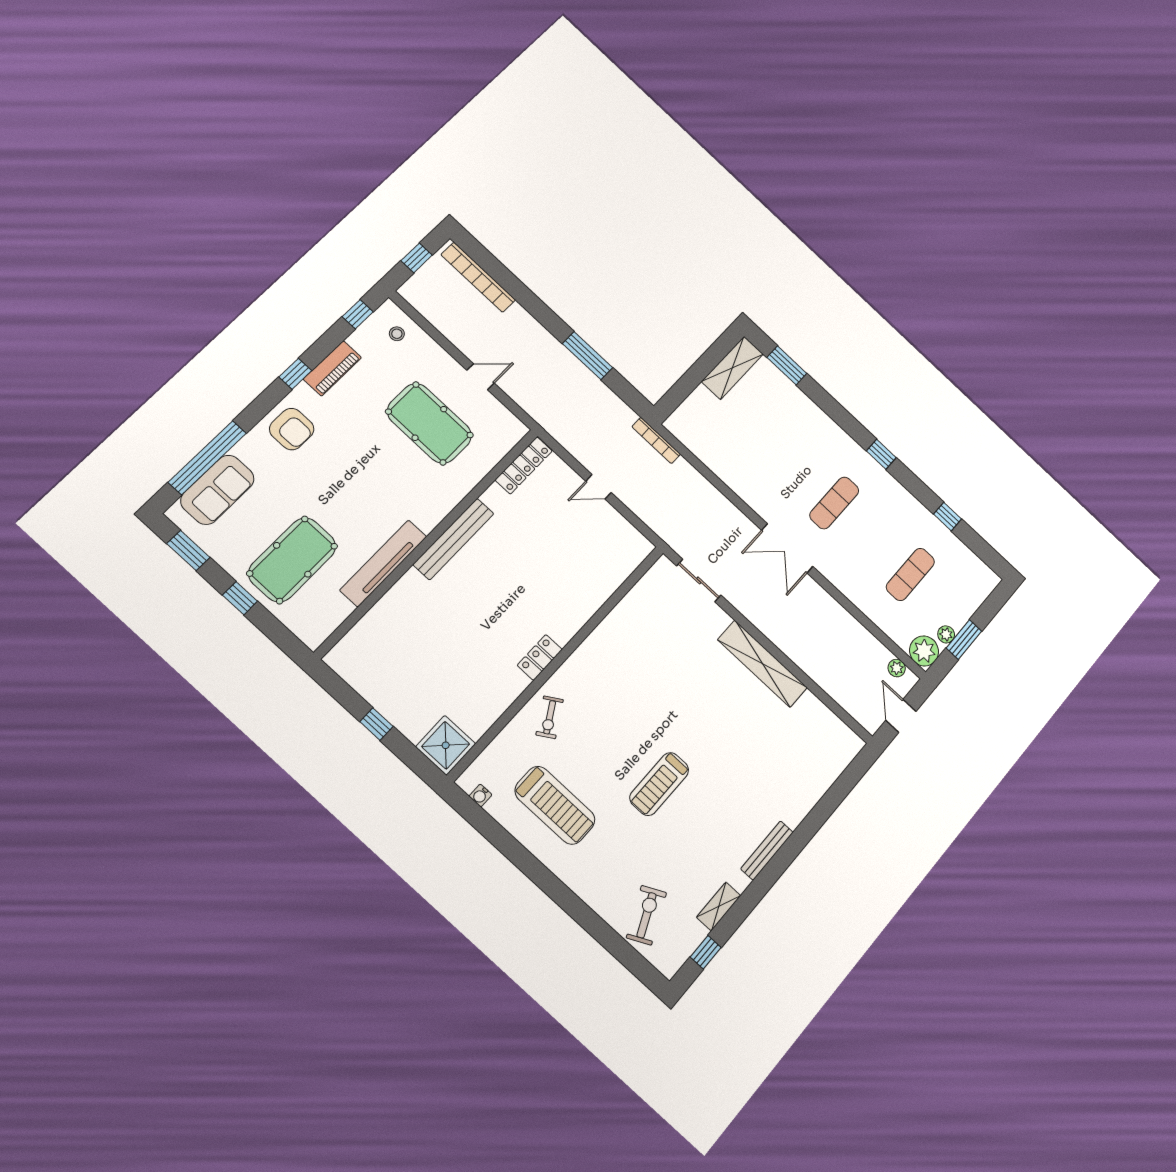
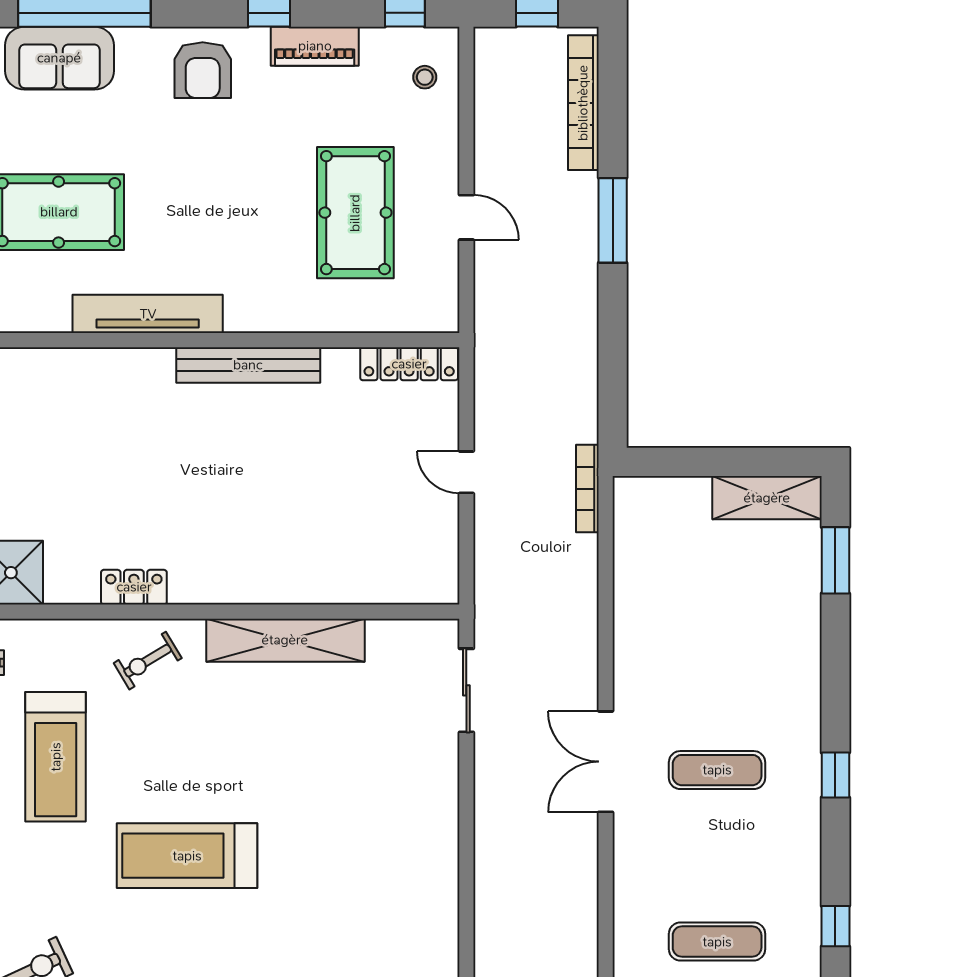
window: (588, 356) -> (613, 220), moved
locker: (540, 657) -> (134, 587), moved
shelving: (762, 664) -> (285, 640), moved, turned 90
treadmill: (659, 784) -> (187, 856), width x1.37, depth x1.38

